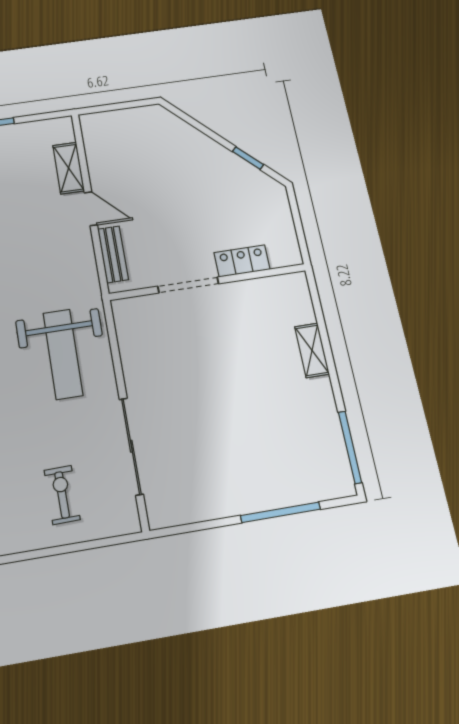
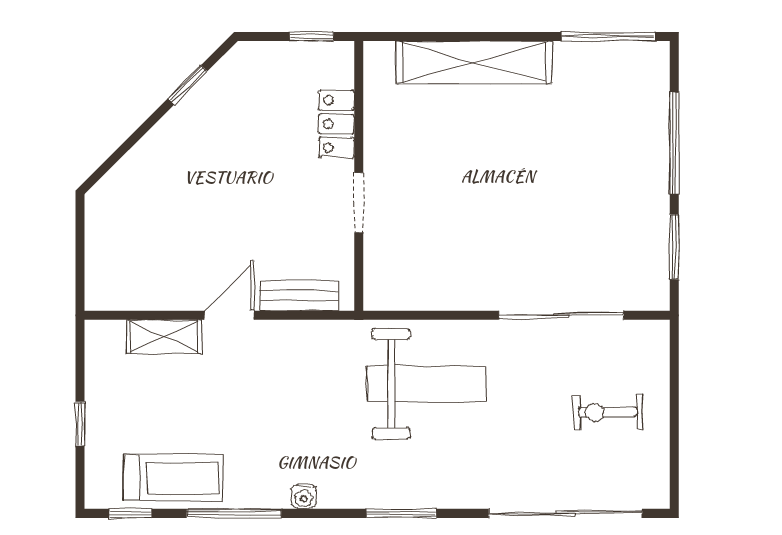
window: (301, 235) -> (312, 37), added
doorway: (188, 285) -> (359, 203), width x0.73
shelving: (312, 350) -> (474, 62), width x2.20, depth x1.33
window: (200, 526) -> (674, 247), added

